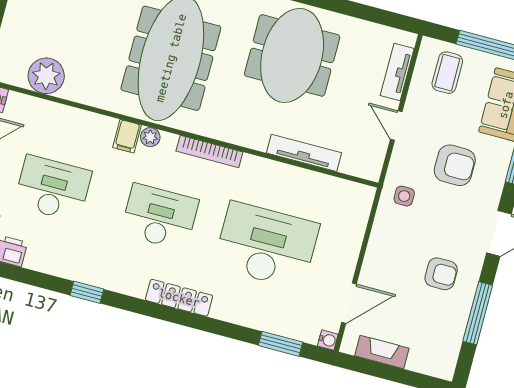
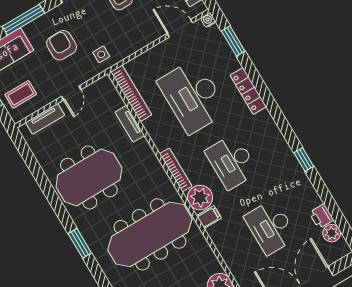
plant: (150, 137) -> (200, 197), width x1.87, depth x1.87
tv unit: (304, 153) -> (130, 124), width x0.71
bookcase: (334, 186) -> (131, 93), added
locker: (179, 298) -> (248, 91), moved

